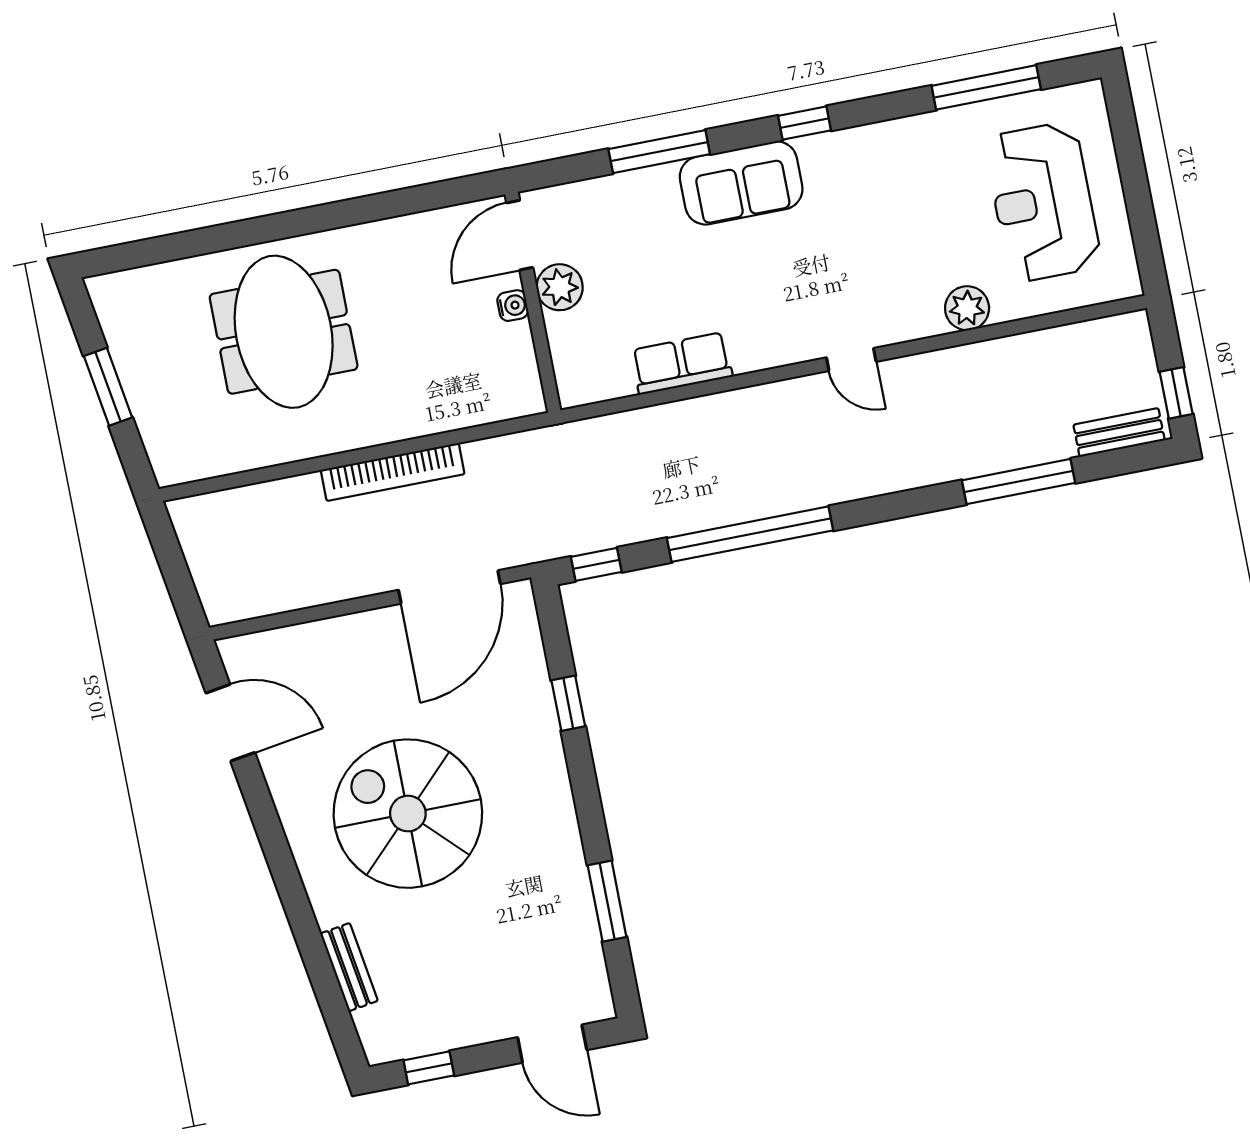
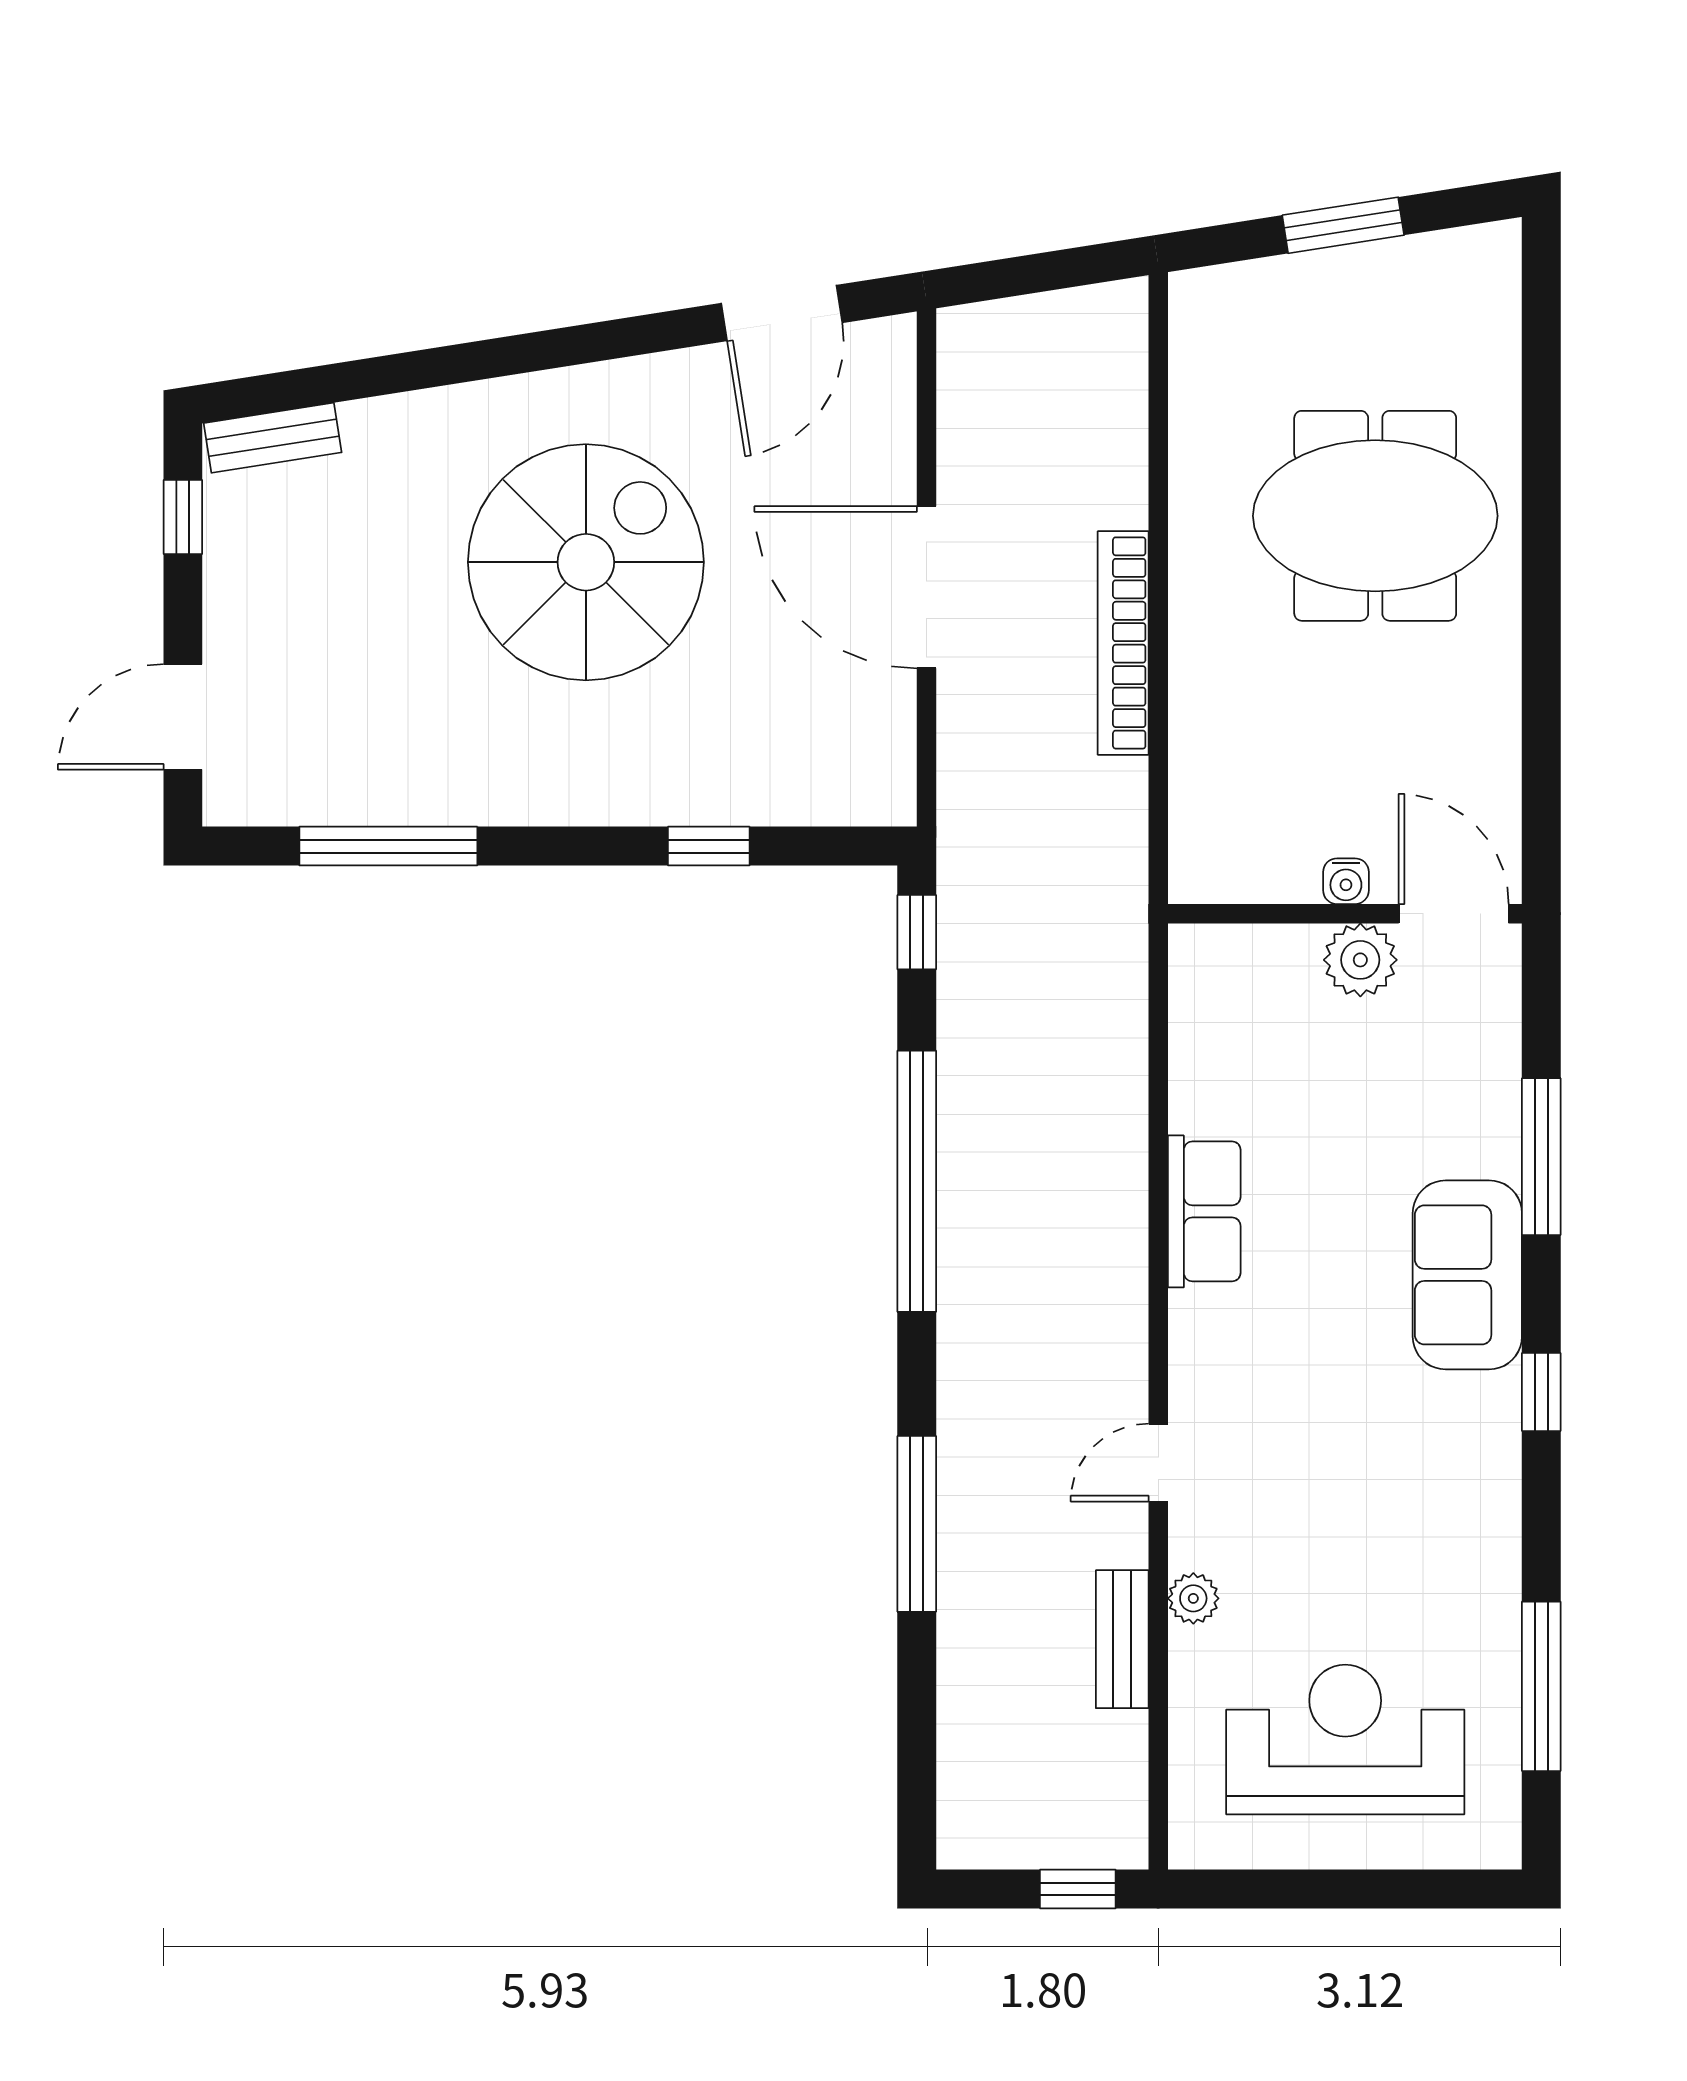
plant: (967, 308) -> (1193, 1598), width x0.73, depth x0.73
door: (851, 360) -> (1158, 1463), moved
row of seats: (682, 363) -> (1204, 1211), moved
window: (1176, 393) -> (1078, 1889), moved
bench: (1119, 433) -> (1122, 1639), moved
window: (1018, 482) -> (917, 1524), moved
door: (449, 587) -> (926, 587), moved
window: (607, 901) -> (388, 846), width x1.44
bench: (349, 967) -> (273, 438), moved

